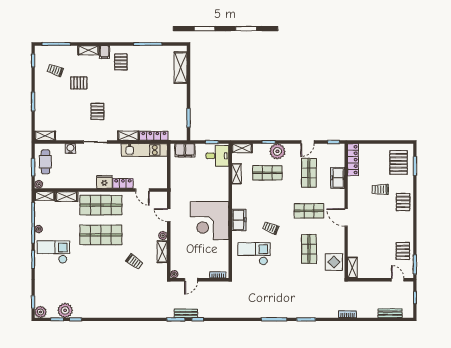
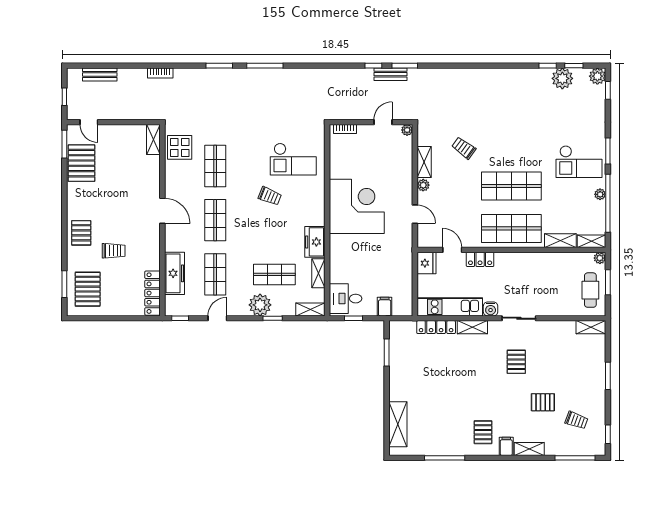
water cooler: (70, 149) -> (491, 309), moved
filing cabinet: (185, 150) -> (385, 307), width x0.50
freezer: (338, 178) -> (174, 273), width x1.40
fridge: (104, 182) -> (426, 263), moved, turned -90
shop shelf: (309, 211) -> (215, 220), turned 90
freezer: (239, 220) -> (315, 242), moved
pallet: (403, 251) -> (81, 163), width x1.50, depth x1.42

